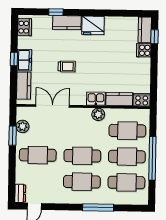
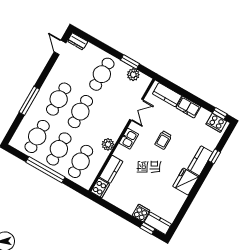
window: (14, 59) -> (220, 114), moved
kitchen sink: (96, 99) -> (129, 139), moved
double door: (53, 106) -> (136, 110), width x0.73

